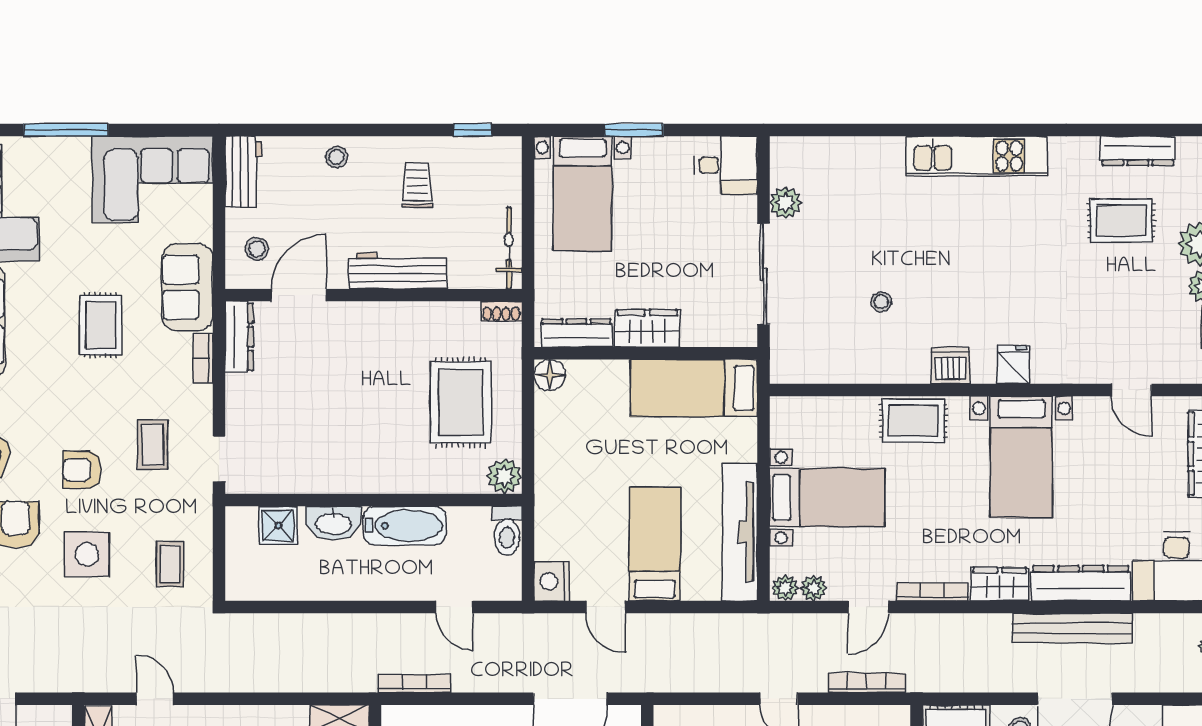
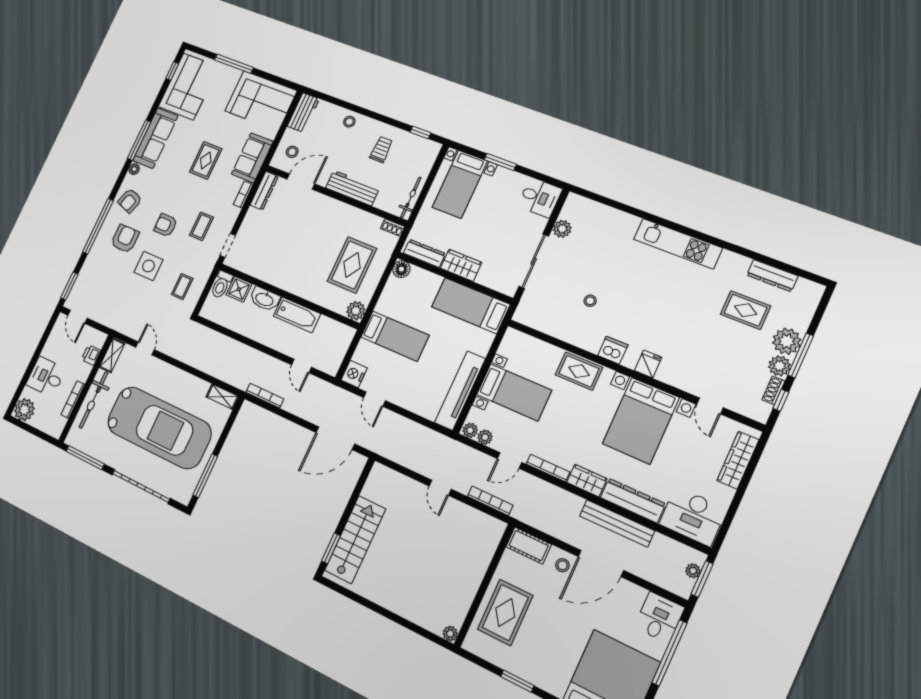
bed with nightstands: (1021, 457) -> (641, 421), width x1.36
toilet: (507, 531) -> (221, 285), moved
bed: (655, 544) -> (395, 336), moved, turned 90

